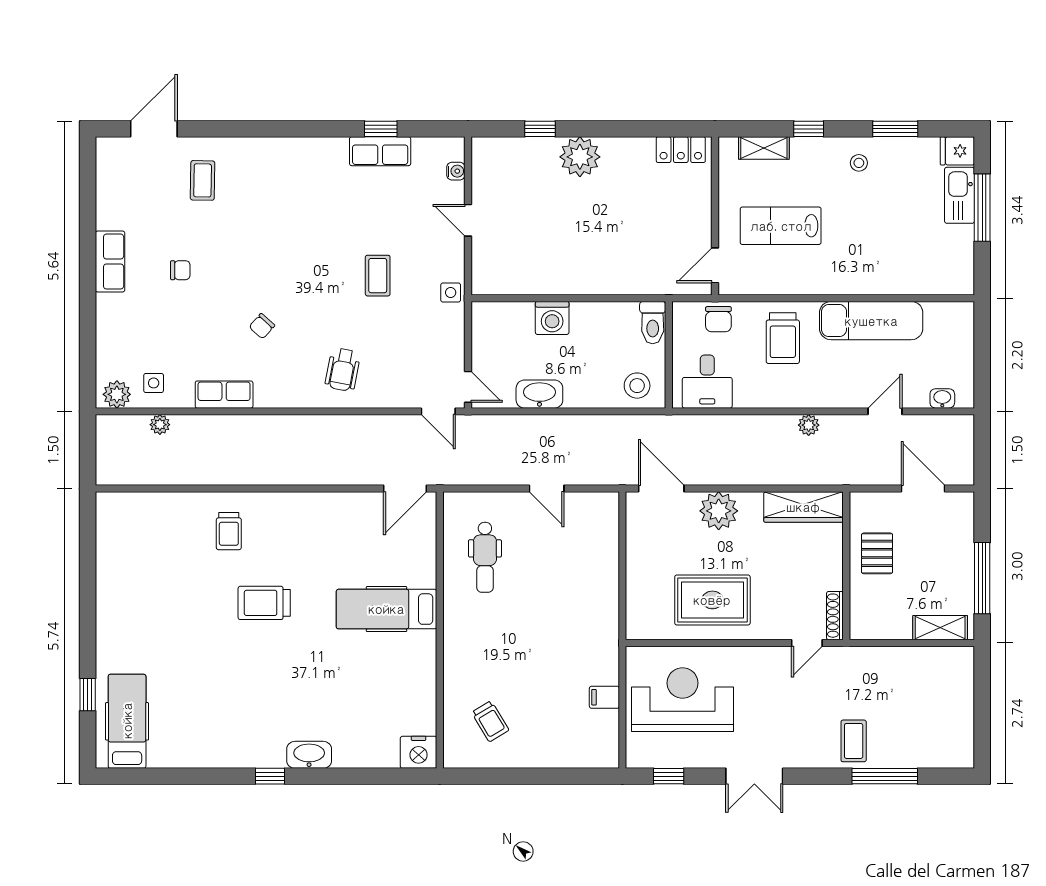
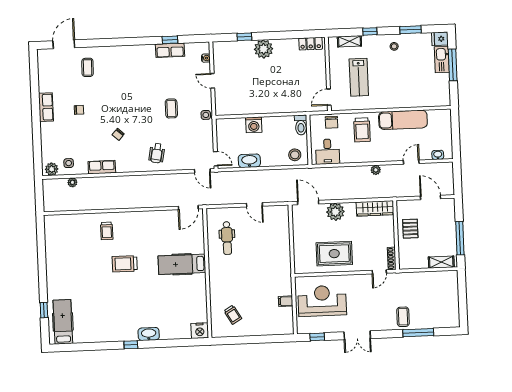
lab bench: (781, 226) -> (359, 77), turned -90

